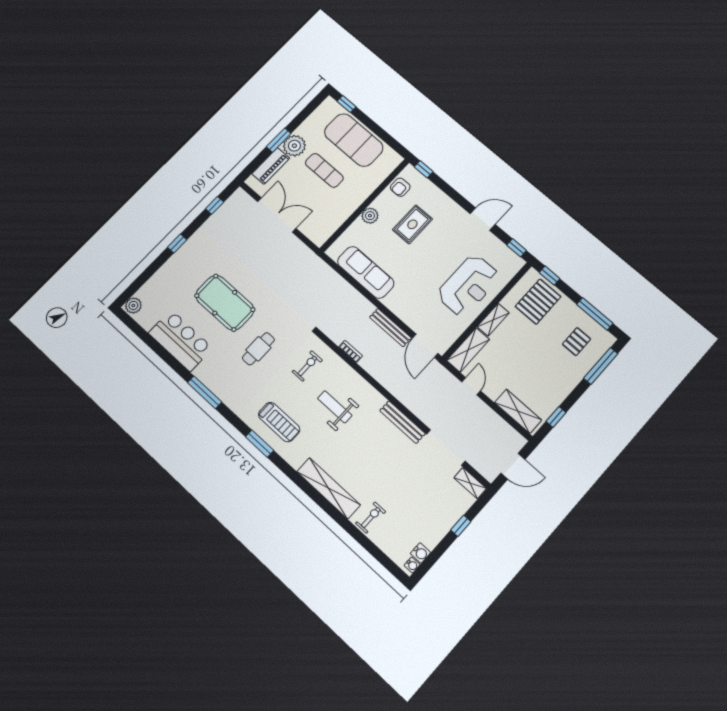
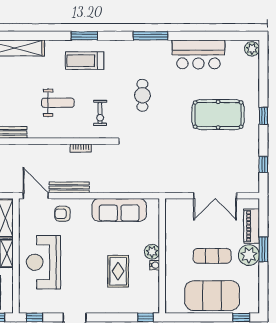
armchair: (400, 187) -> (62, 214), moved, turned -90
water cooler: (378, 203) -> (155, 265), added
pool table: (225, 303) -> (218, 115), moved

